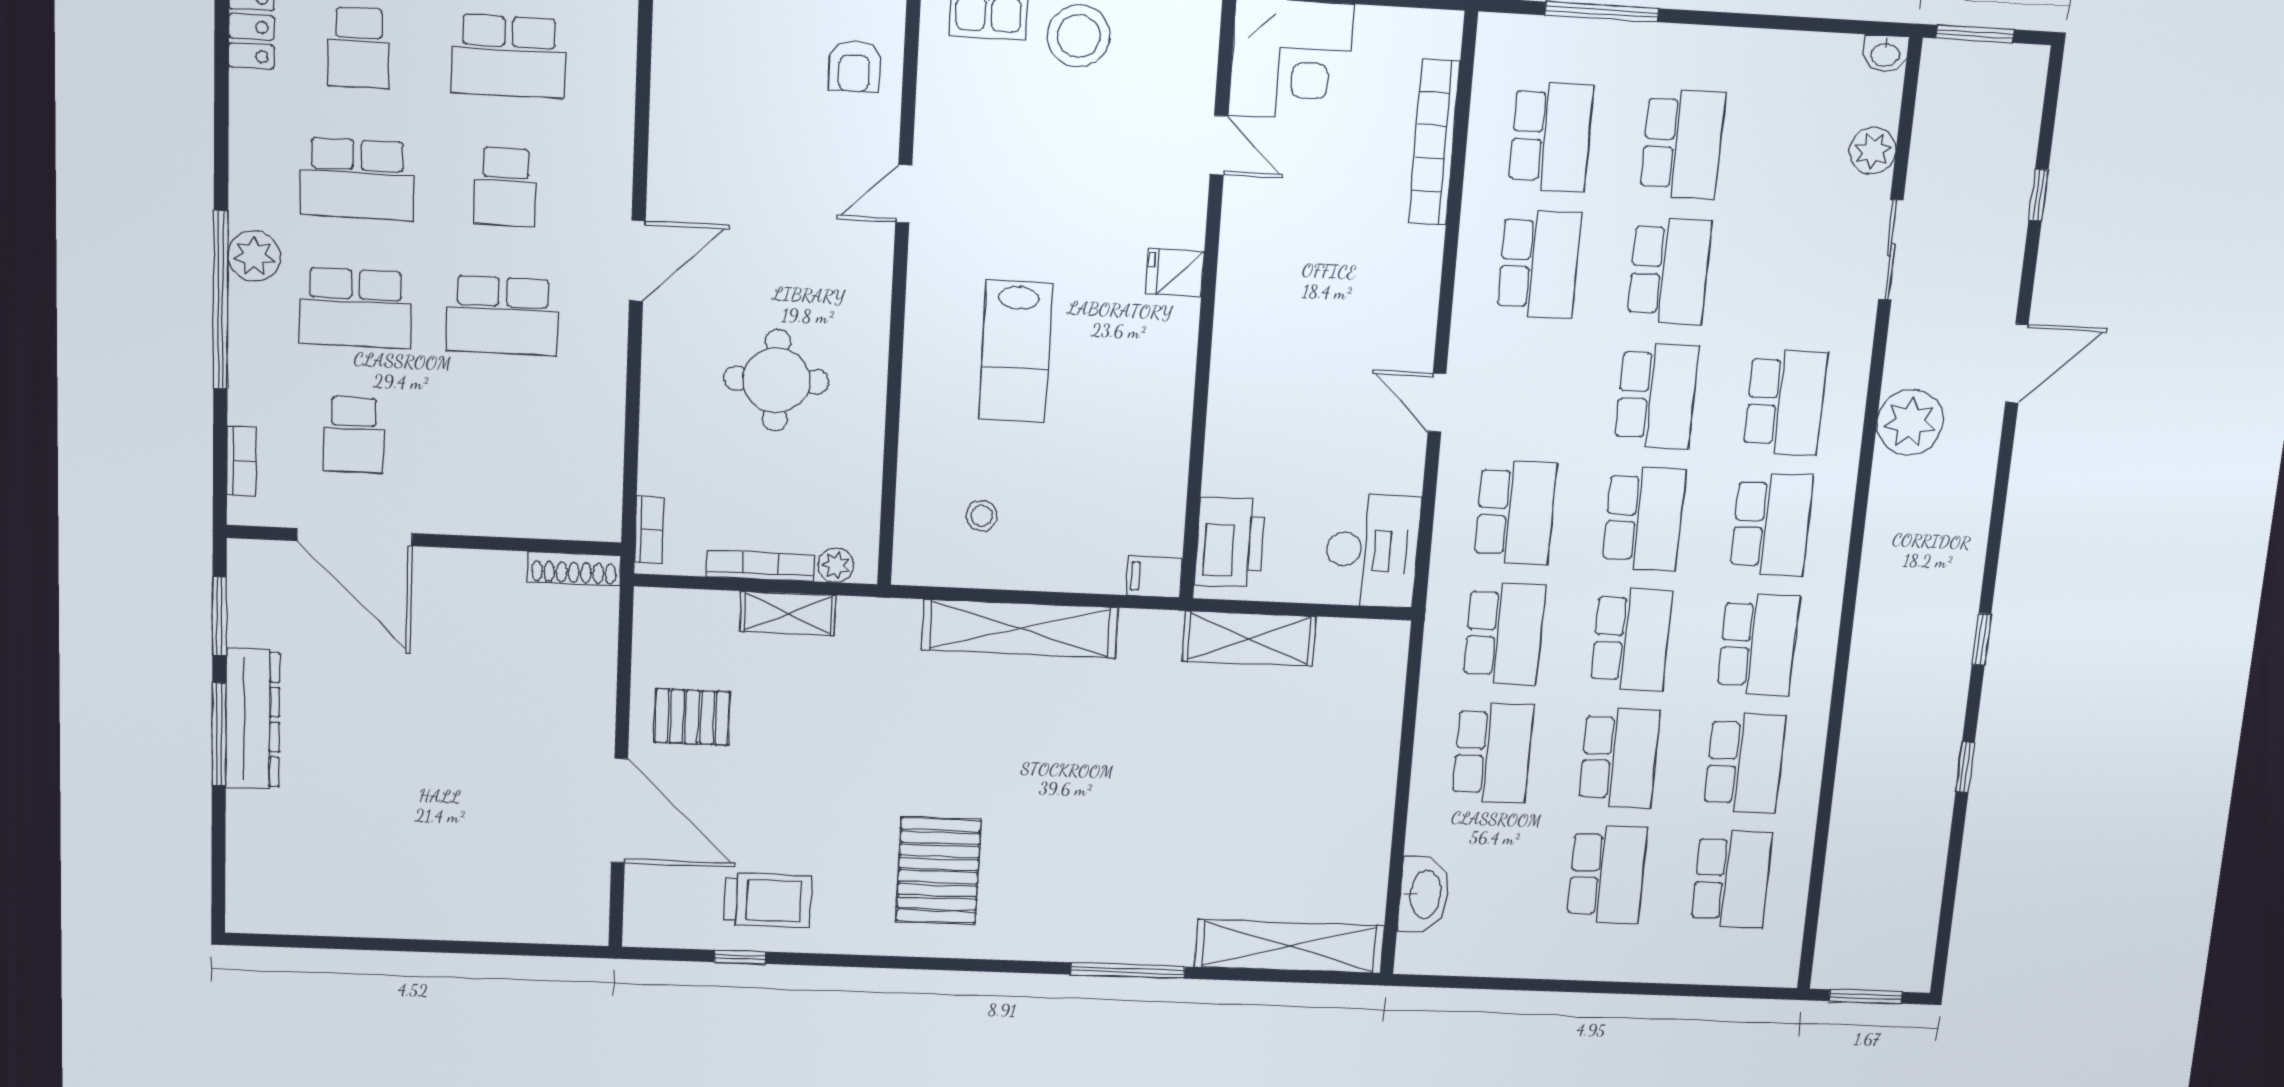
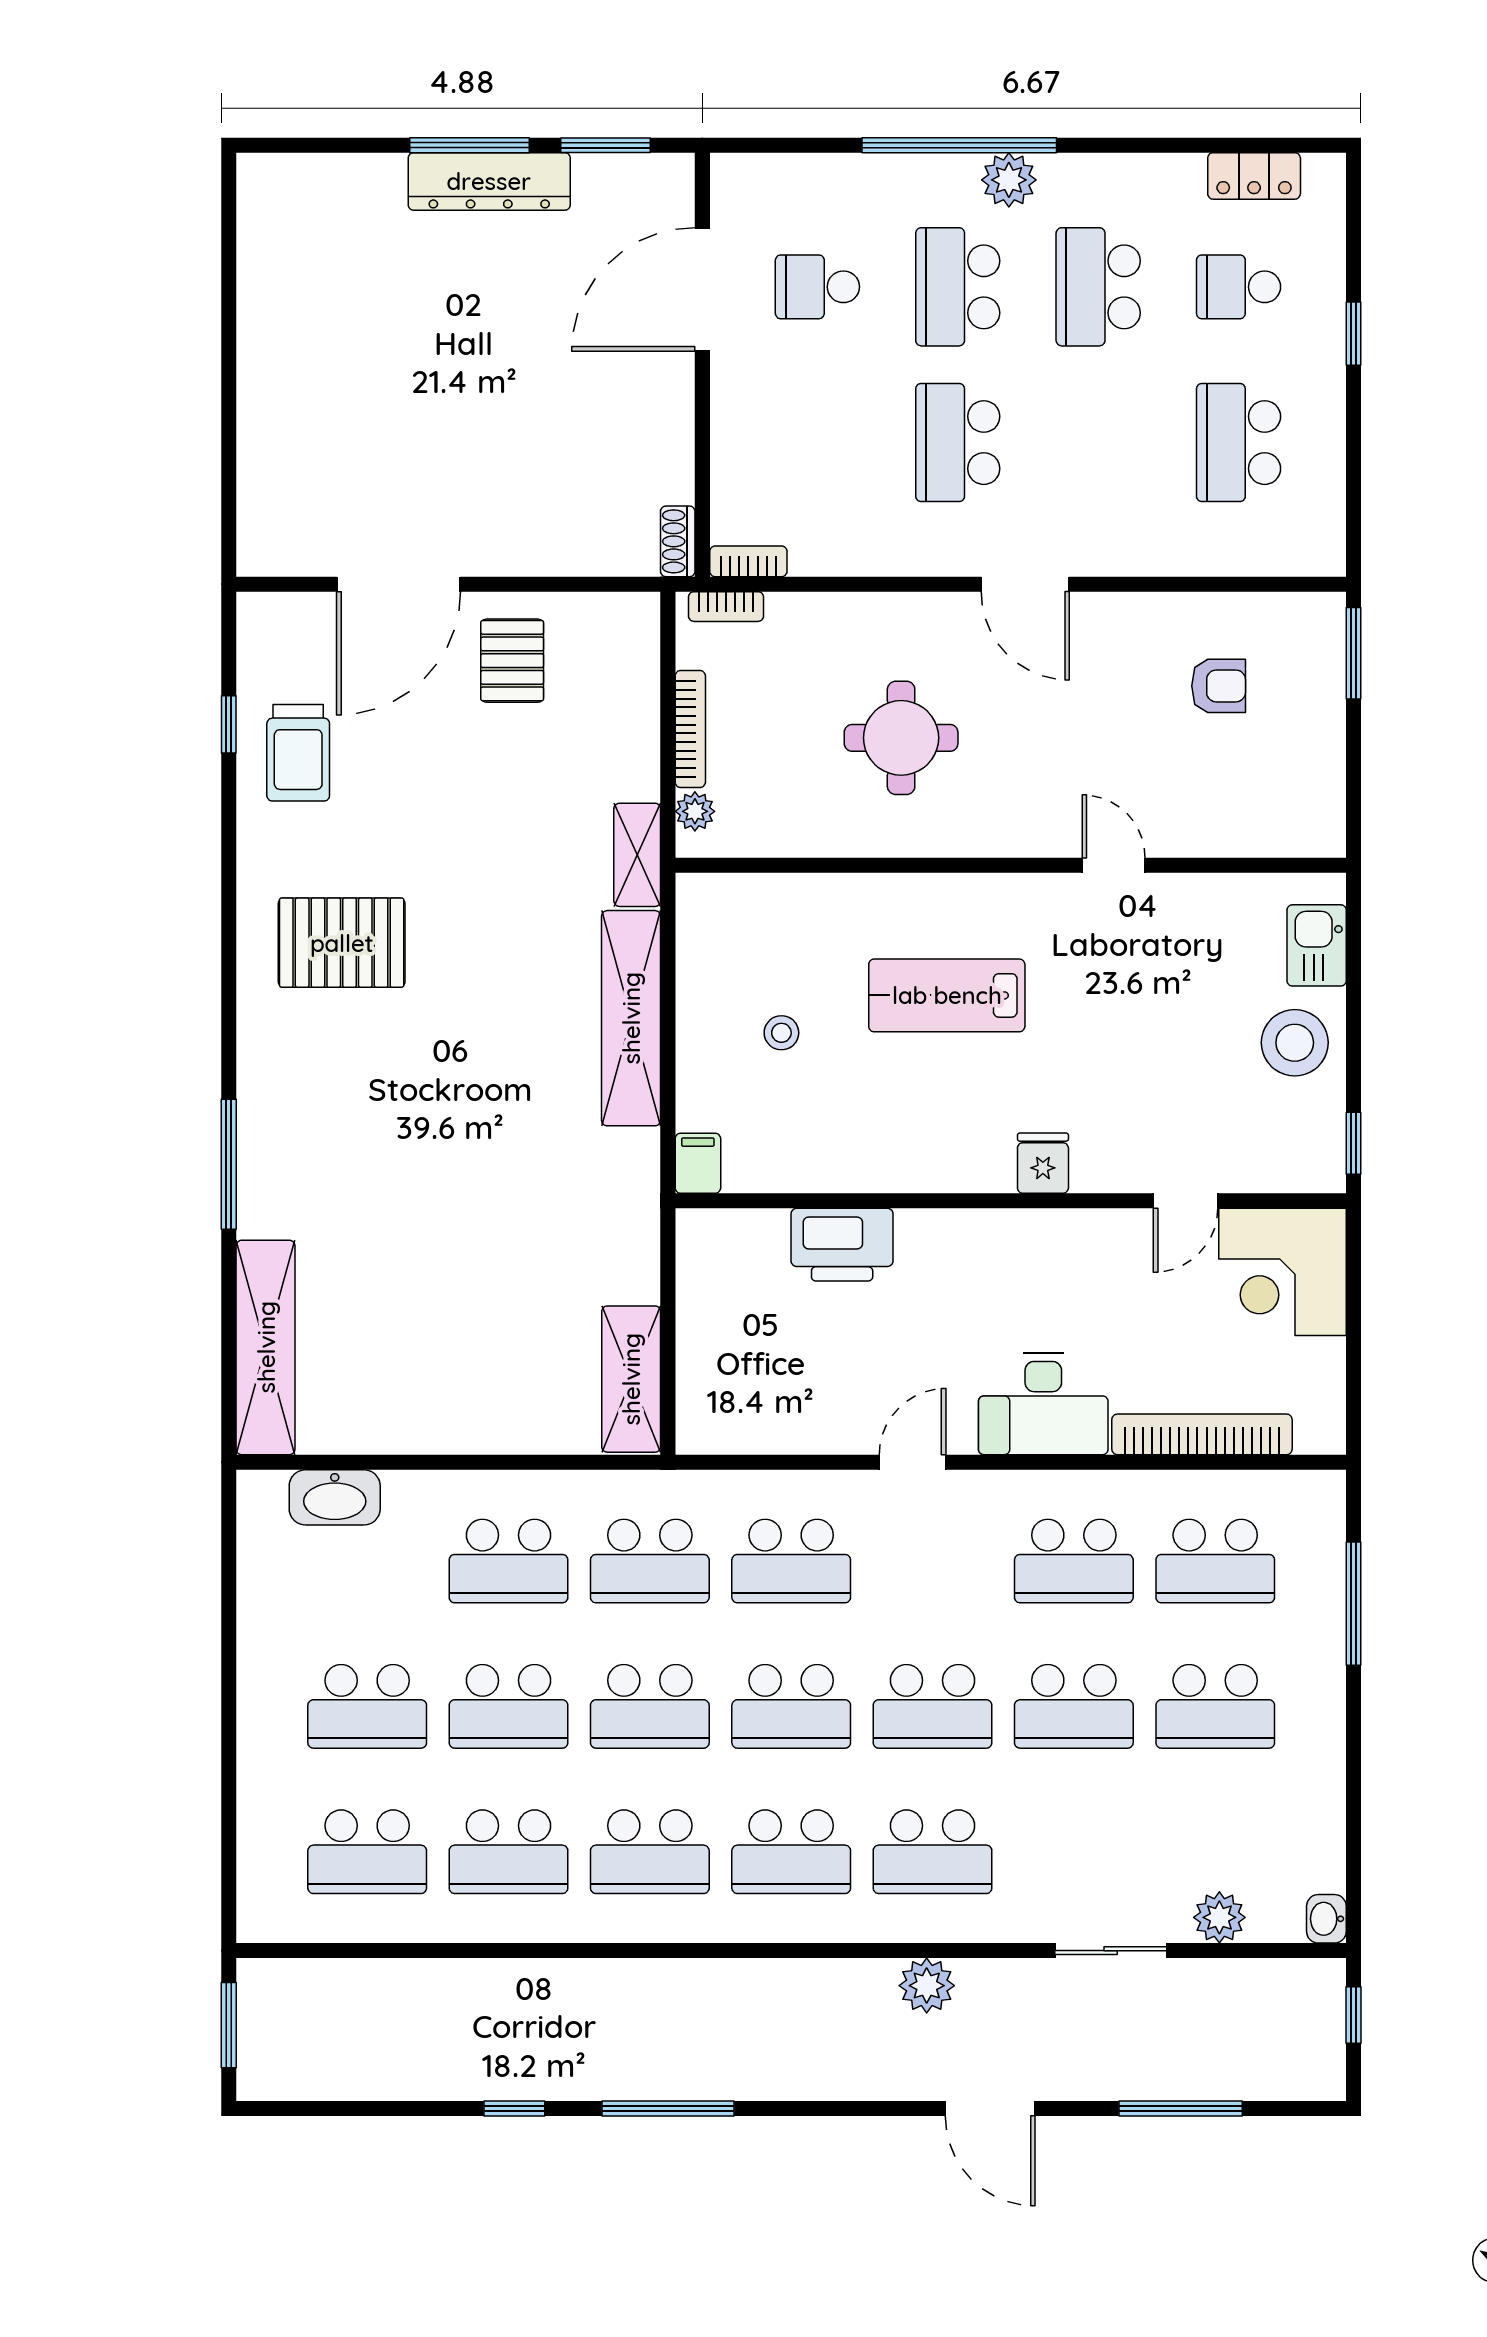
window: (1975, 34) -> (1354, 2015), width x0.67
armchair: (854, 66) -> (1219, 686), moved, turned 180
school desk: (505, 187) -> (1098, 443), removed
window: (2038, 195) -> (1181, 2108), width x2.17
plant: (1910, 422) -> (927, 1986), width x0.73, depth x0.73
bookcase: (242, 461) -> (748, 561), moved, turned 180
stool: (982, 516) -> (781, 1033), moved
printer: (1230, 543) -> (842, 1245), moved
desk: (1372, 550) -> (1043, 1404), moved
shoe rack: (574, 569) -> (678, 541), width x0.70
shelving: (788, 613) -> (637, 855), moved
shelving: (1249, 639) -> (631, 1379), moved
window: (1982, 639) -> (668, 2108), width x2.17

